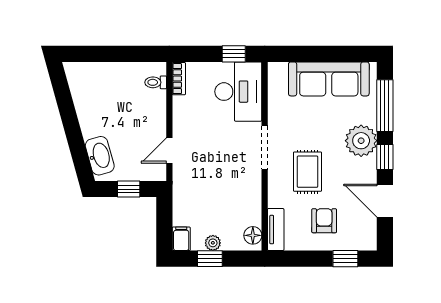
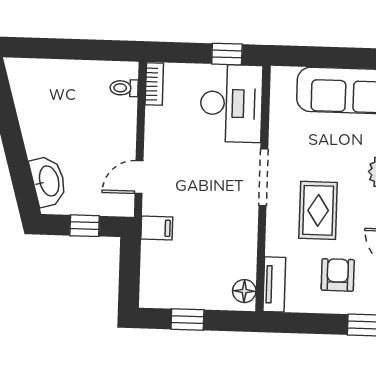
filing cabinet: (181, 239) -> (157, 228), moved, turned 90
plant: (213, 243) -> (192, 299), removed

